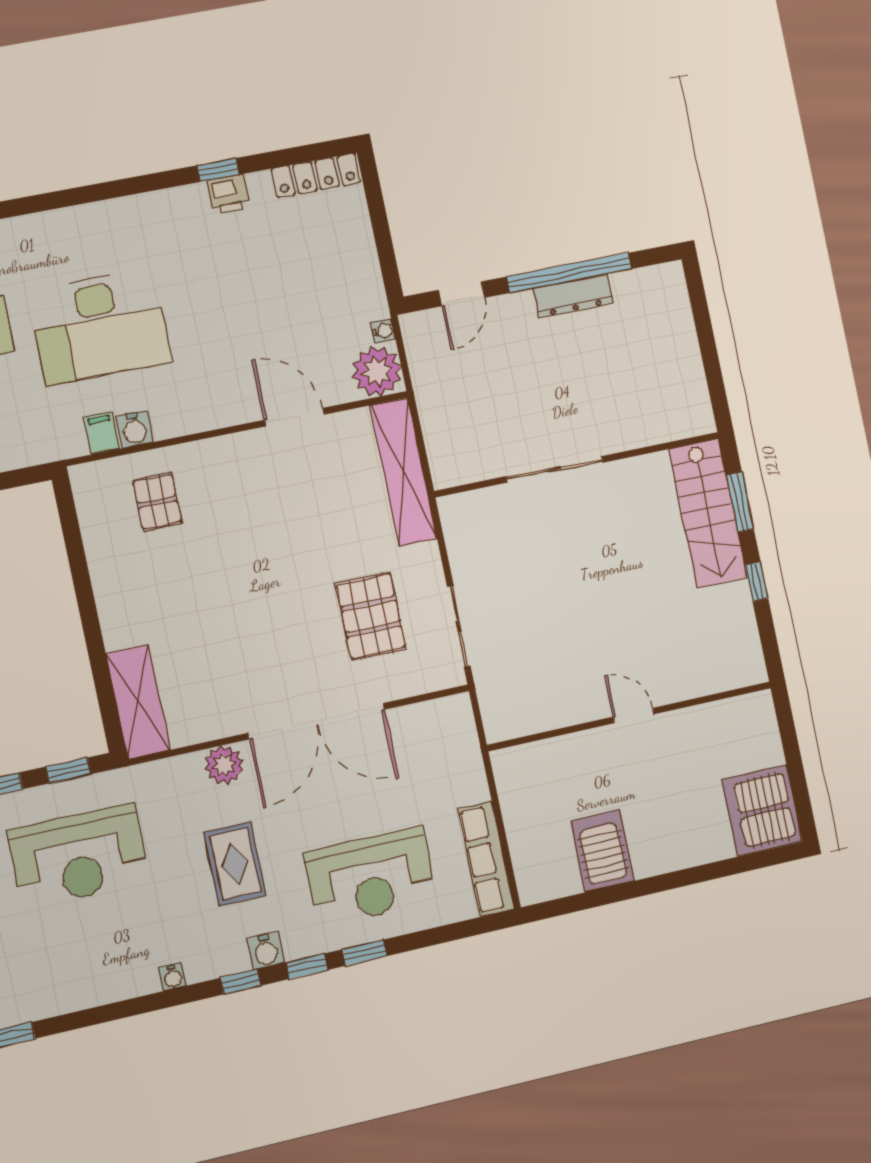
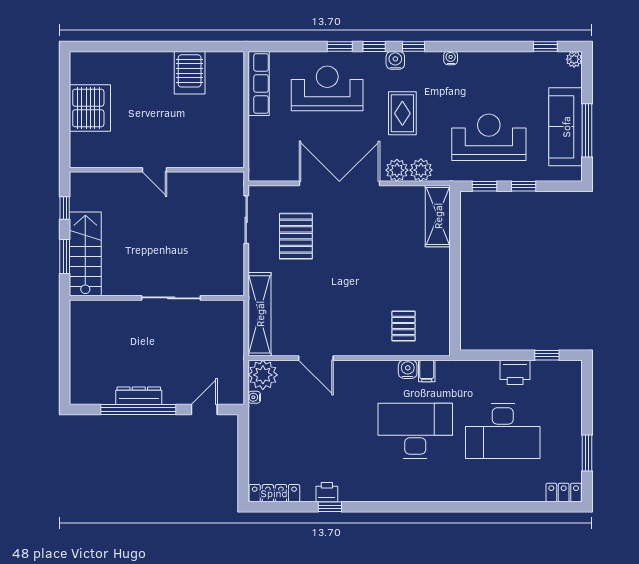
door: (634, 715) -> (155, 170), moved
wall: (630, 716) -> (157, 170), moved
plant: (183, 774) -> (421, 170), added
server rack: (762, 811) -> (90, 108), moved

